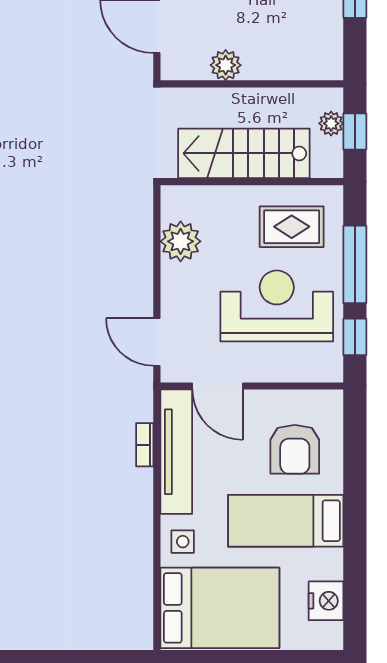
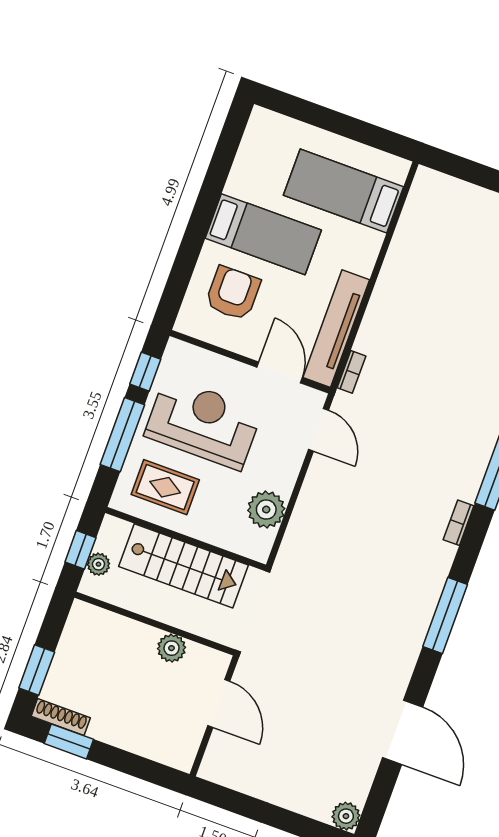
reception desk: (277, 306) -> (203, 423), turned 180
bookcase: (145, 445) -> (351, 372), moved
side table: (183, 542) -> (359, 249), removed
nightstand: (326, 601) -> (254, 152), removed
bed: (220, 608) -> (344, 191), width x0.67

